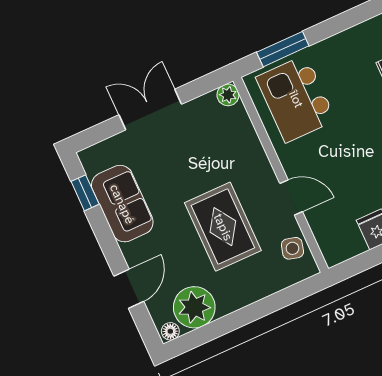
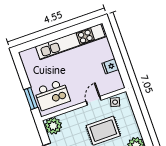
plant: (228, 95) -> (53, 126), width x1.87, depth x1.87

